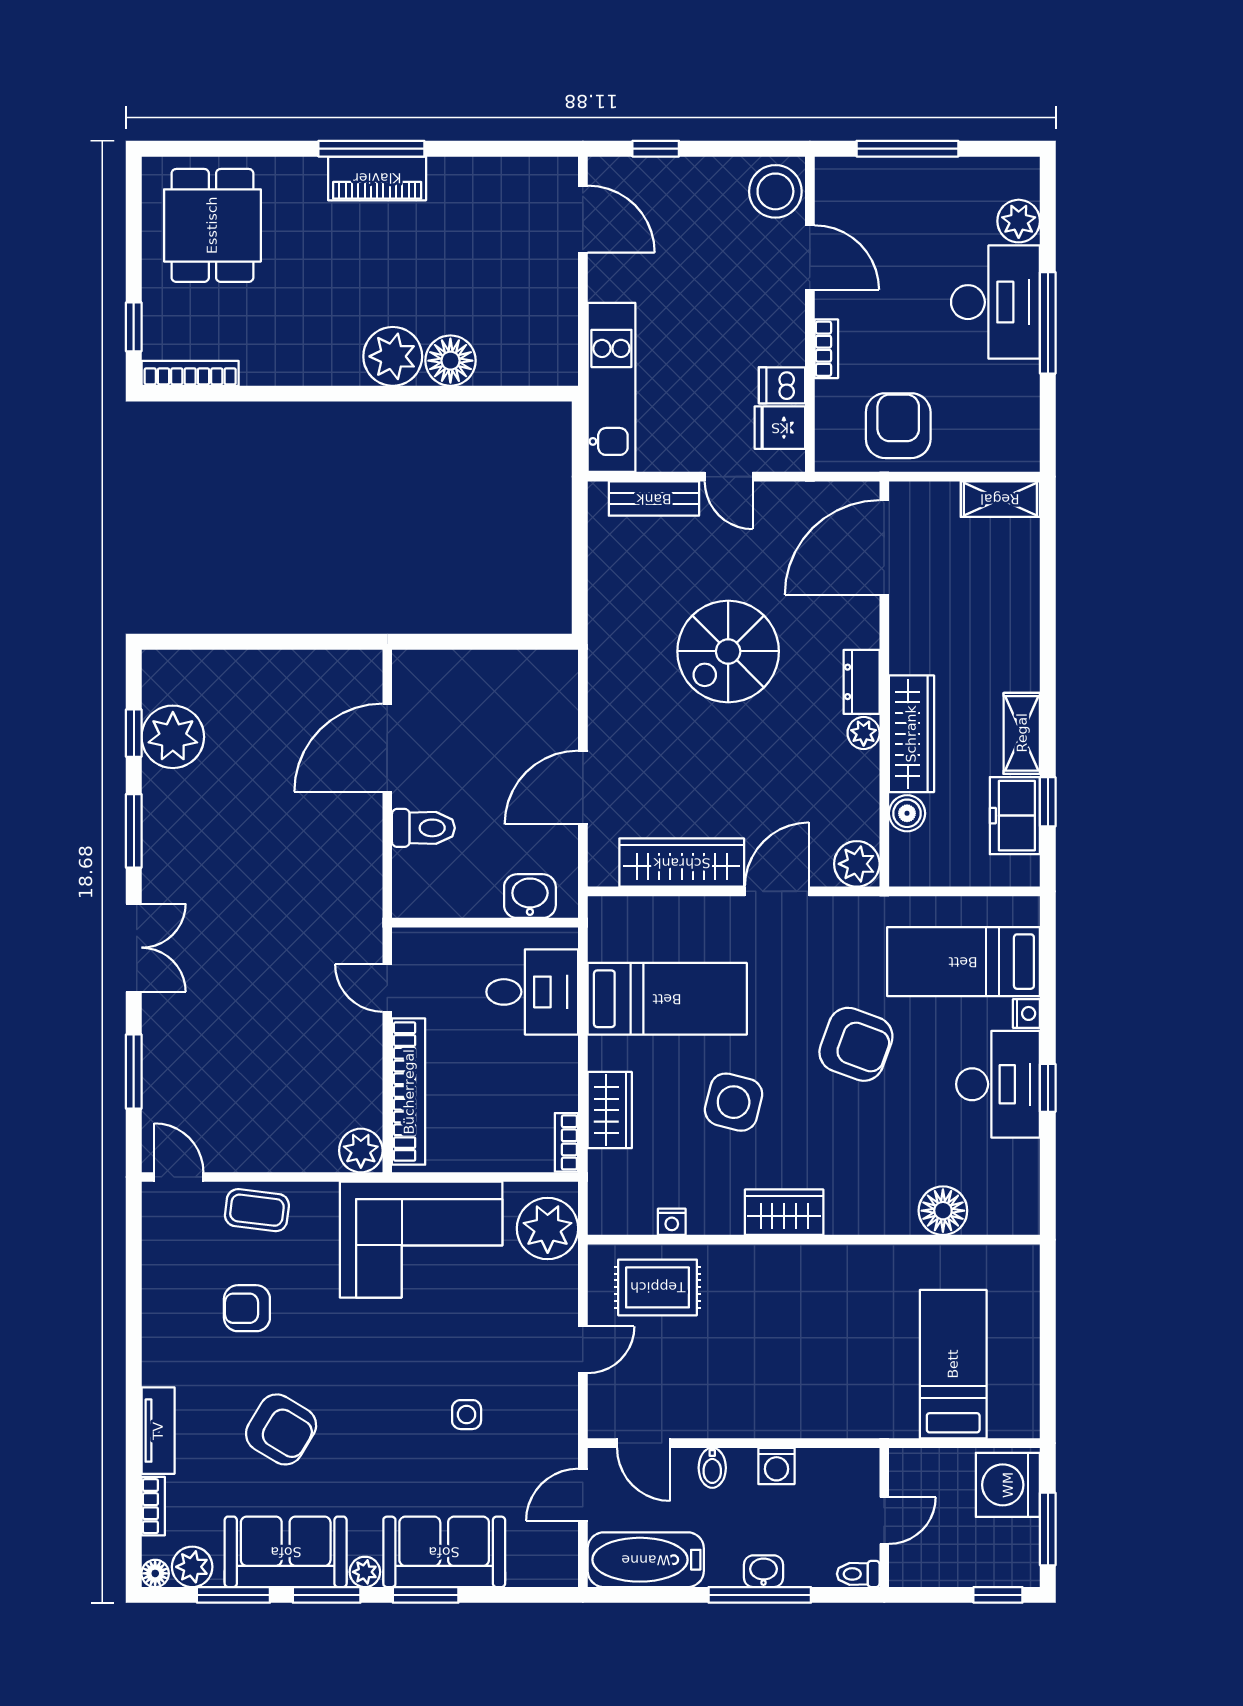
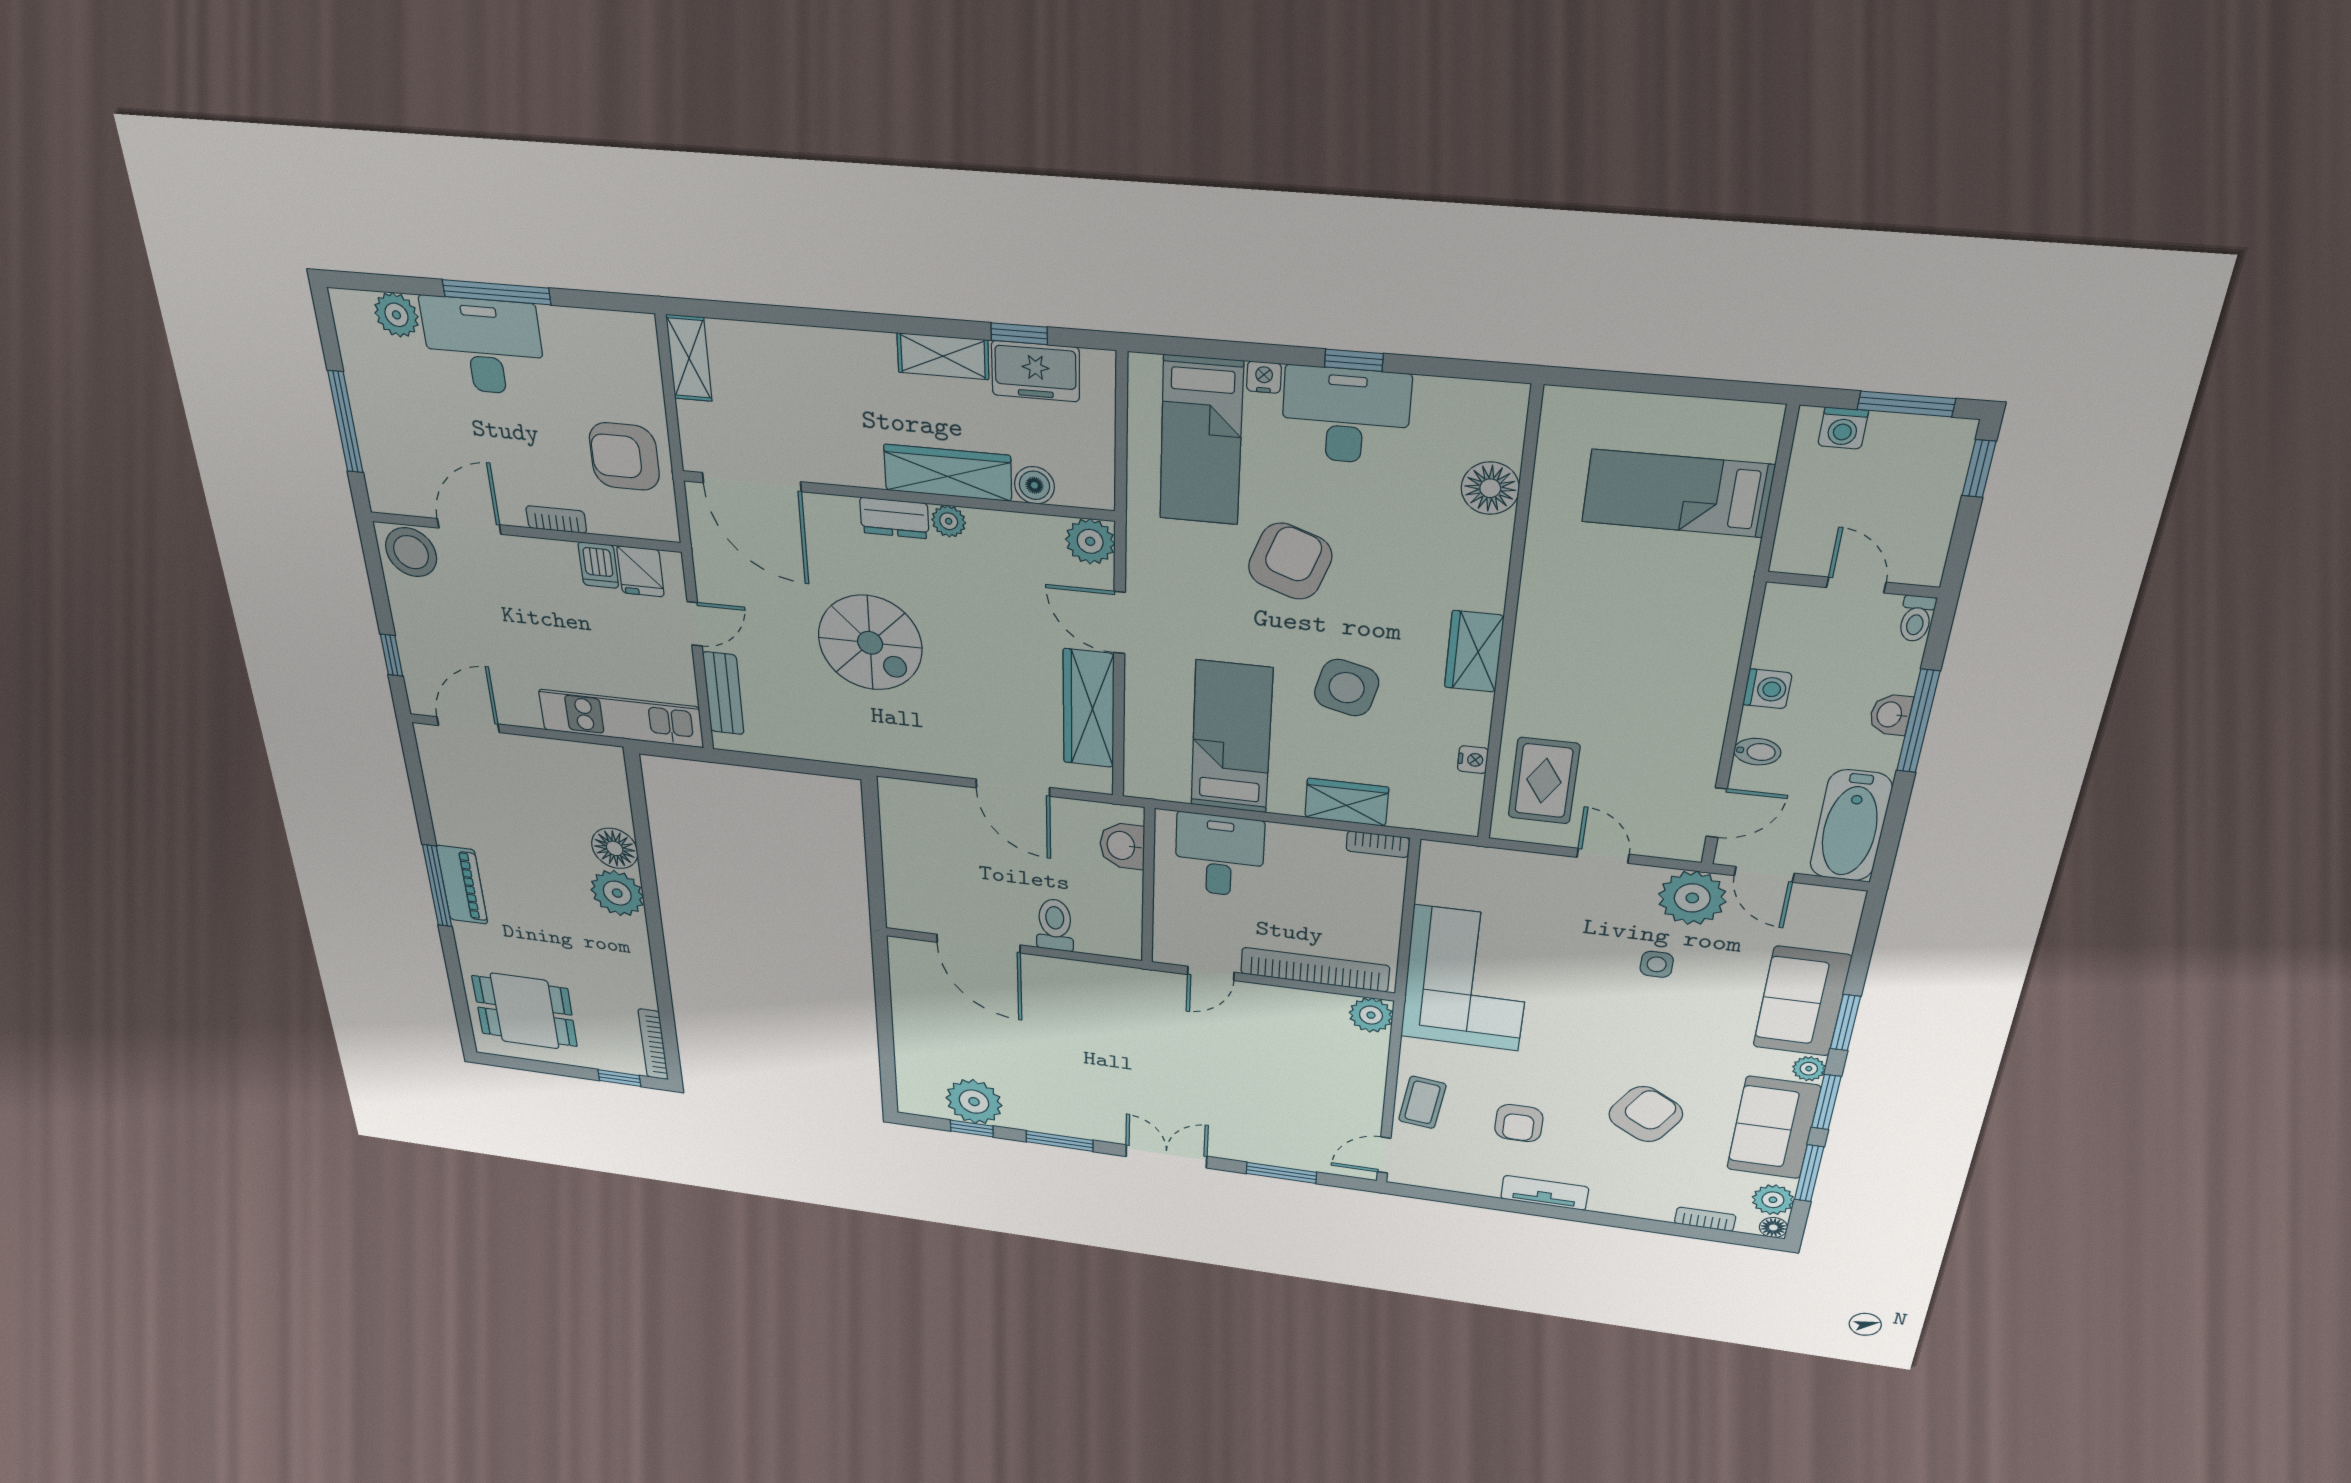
plant: (548, 1228) -> (1692, 898), moved
tv unit: (158, 1431) -> (1545, 1193), moved
washing machine: (1008, 1485) -> (1843, 428), width x0.53, depth x0.53

